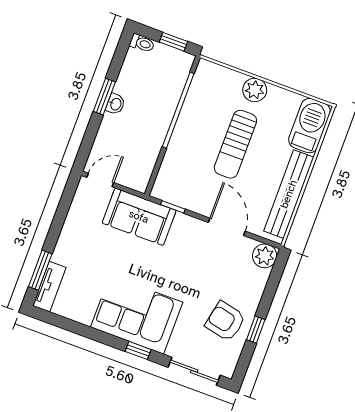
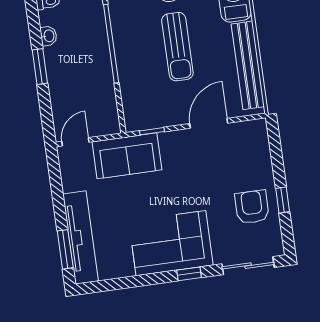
washbasin: (115, 104) -> (49, 36), moved
door: (227, 227) -> (209, 123), hinge flipped
plant: (265, 256) -> (256, 131), removed
tv unit: (49, 287) -> (81, 237), width x1.92, depth x1.29
armchair: (225, 321) -> (252, 207), turned 78

